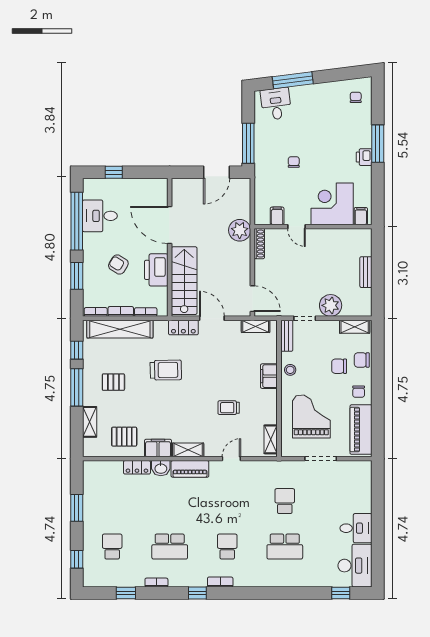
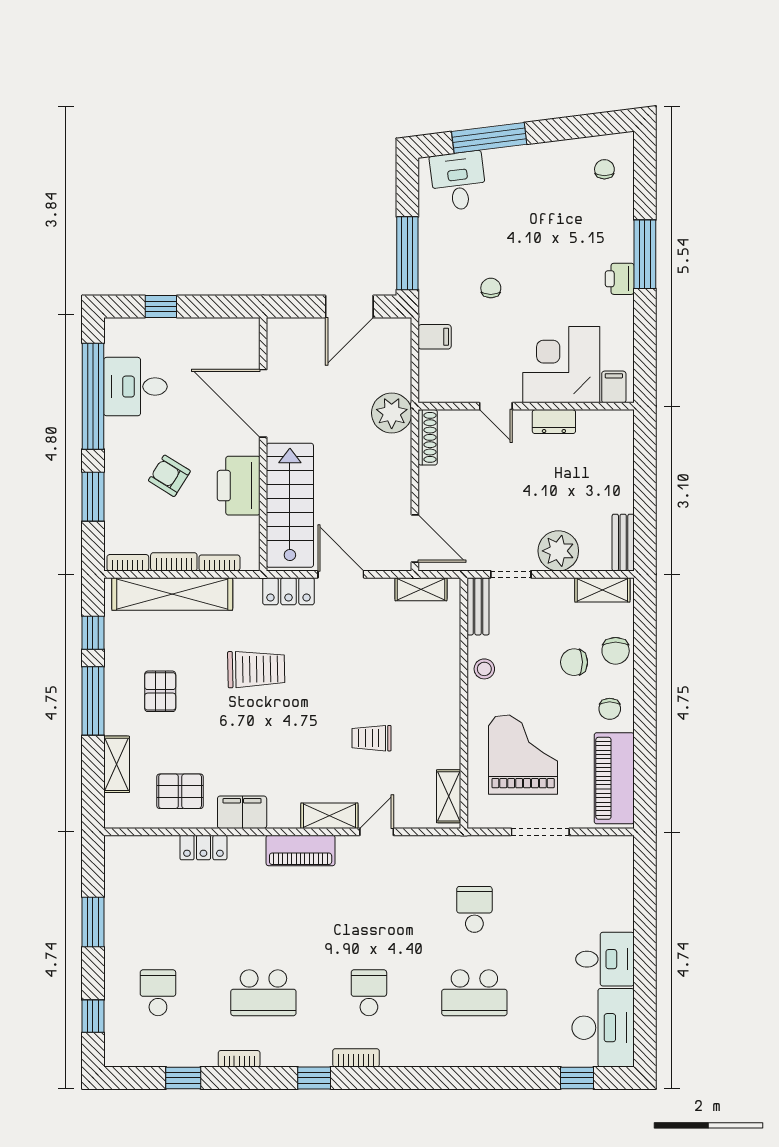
filing cabinet: (277, 216) -> (435, 337), moved, turned 90
dresser: (328, 235) -> (554, 422), added
bench: (366, 272) -> (623, 543), moved
chair: (362, 360) -> (616, 651), turned -90
filing cabinet: (269, 376) -> (445, 680), removed
pallet: (113, 382) -> (160, 691), turned 90
shelving: (188, 450) -> (329, 816), moved
washbasin: (161, 468) -> (247, 849), removed

